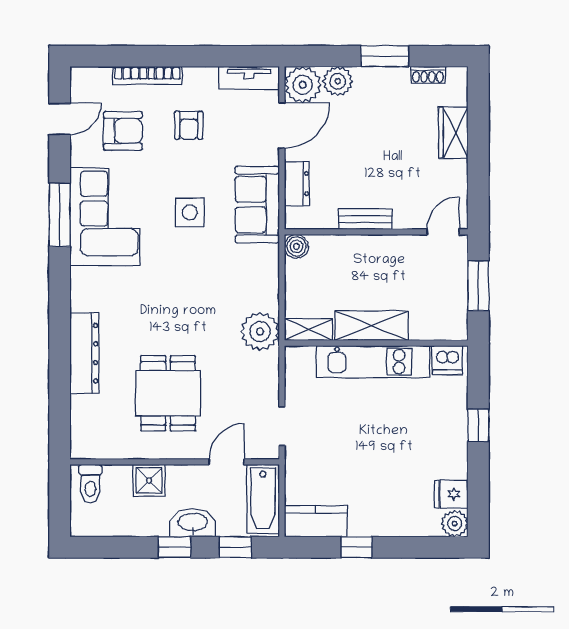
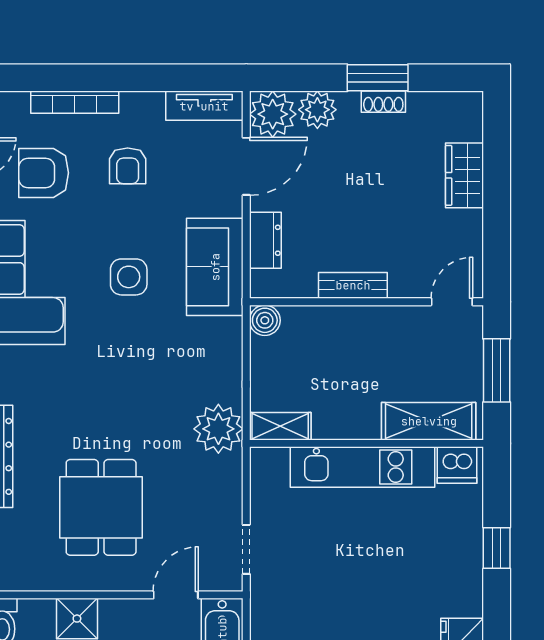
shoe rack: (428, 75) -> (383, 102), moved
armchair: (123, 131) -> (44, 173), turned 180
shelving: (372, 326) -> (429, 421), moved

